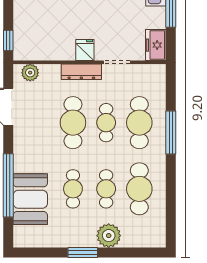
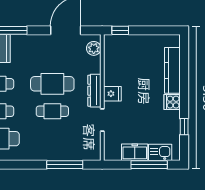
freezer: (156, 45) -> (135, 152), moved
cafe table: (139, 123) -> (52, 139), removed
window: (171, 132) -> (65, 165), moved

